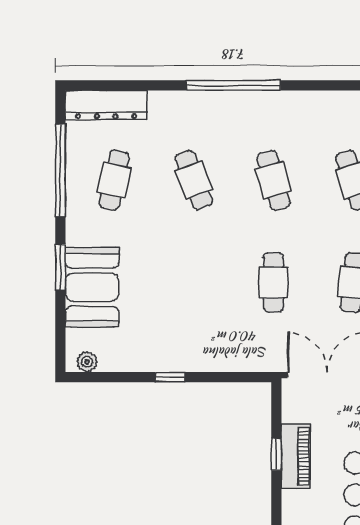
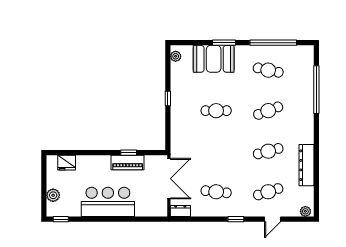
window: (233, 85) -> (316, 90), moved
dresser: (106, 105) -> (307, 165), moved
cafe table: (273, 282) -> (216, 111), moved

